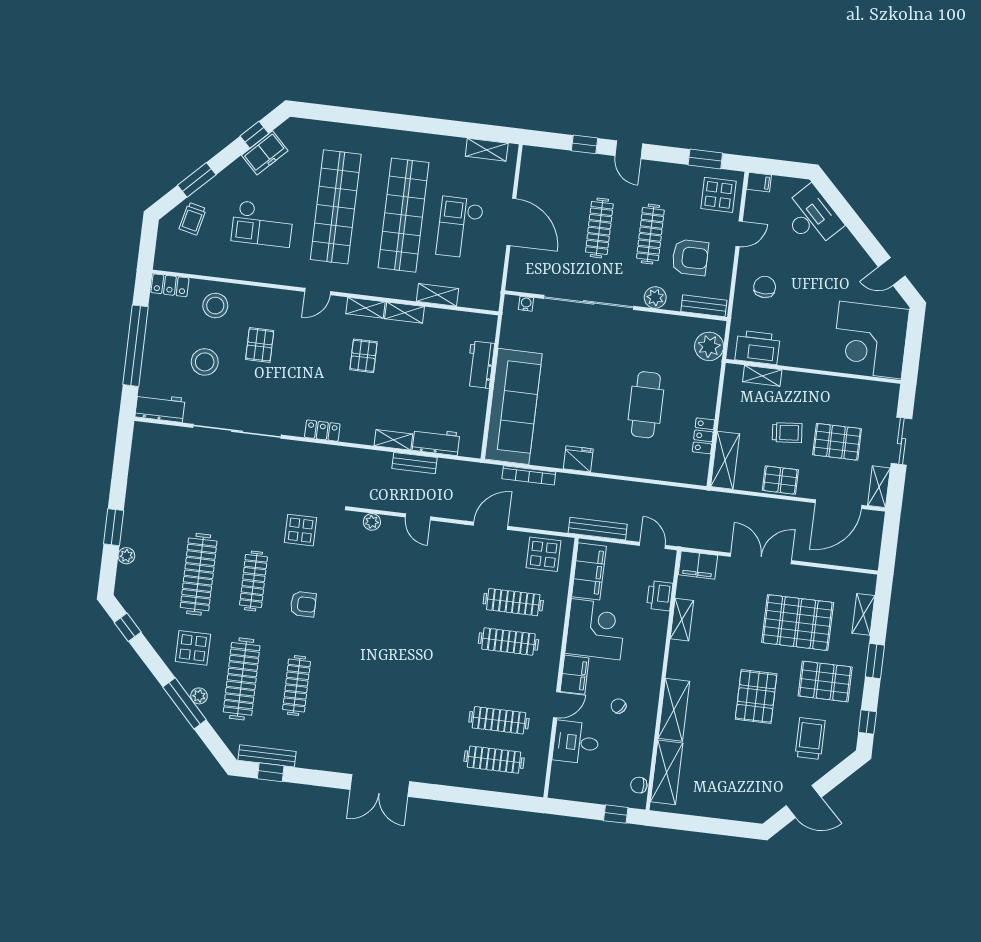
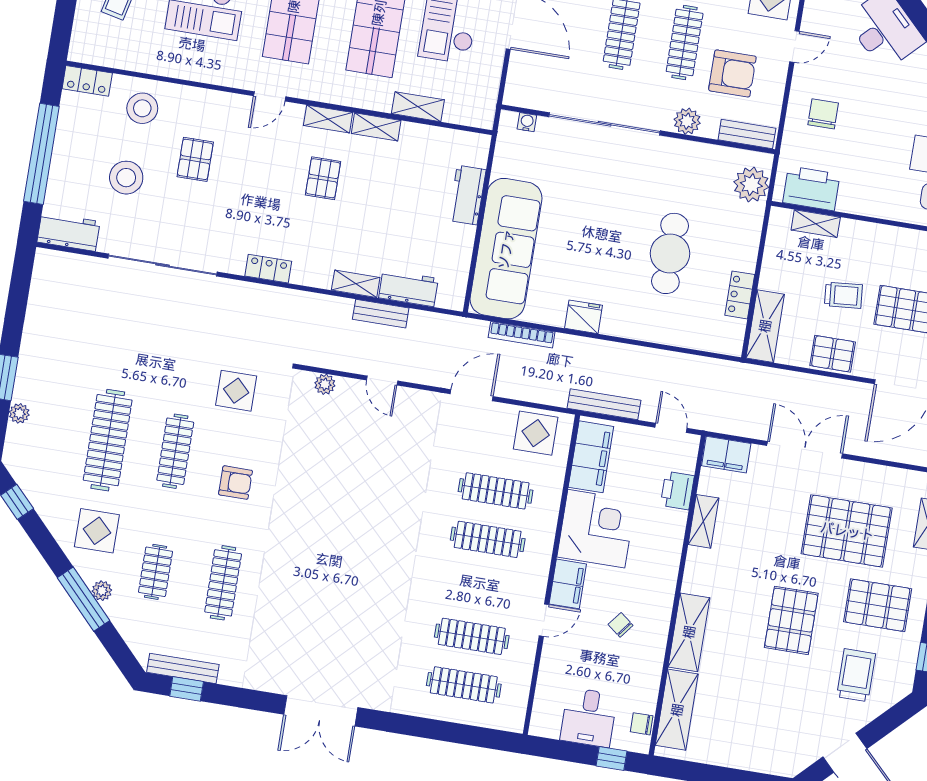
clothes rail: (242, 679) -> (156, 572), width x0.54, depth x0.76
desk: (576, 742) -> (589, 717), moved, turned -90

